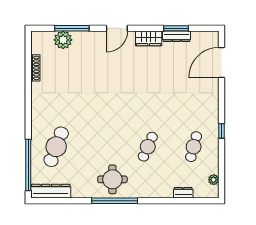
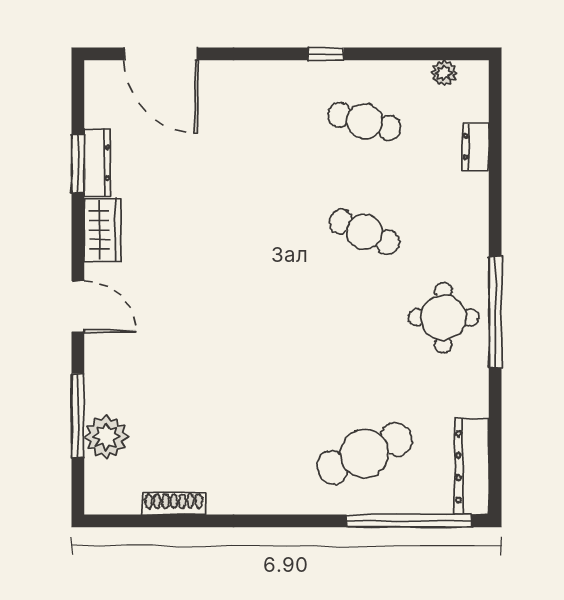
cafe table: (56, 147) -> (364, 454), turned -45

